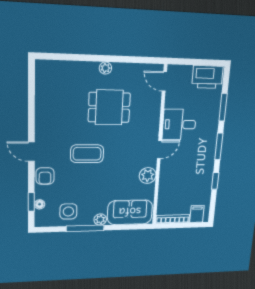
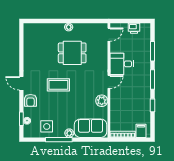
printer: (207, 77) -> (134, 28), width x0.53, depth x0.68
door: (164, 81) -> (109, 35), swing flipped

